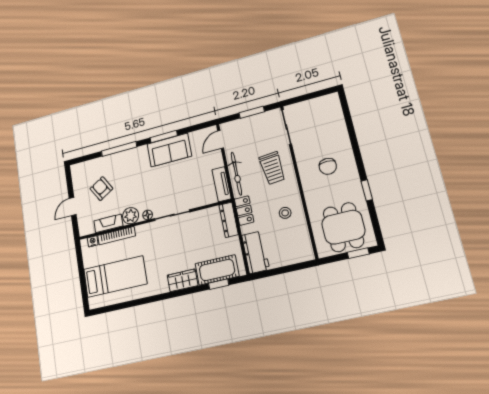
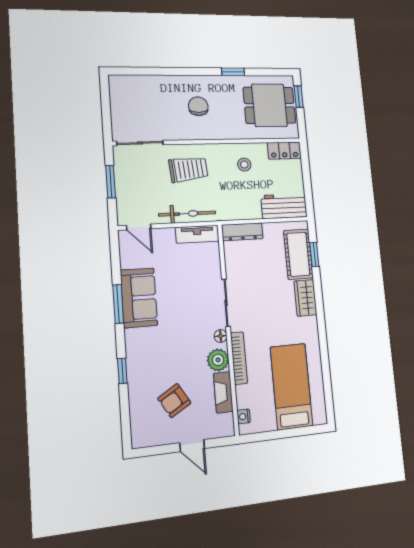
window: (119, 149) -> (122, 371), width x0.46
chair: (328, 166) -> (198, 106), turned -90
locker: (244, 211) -> (284, 151), moved, turned 180
bookcase: (116, 236) -> (239, 358), moved

